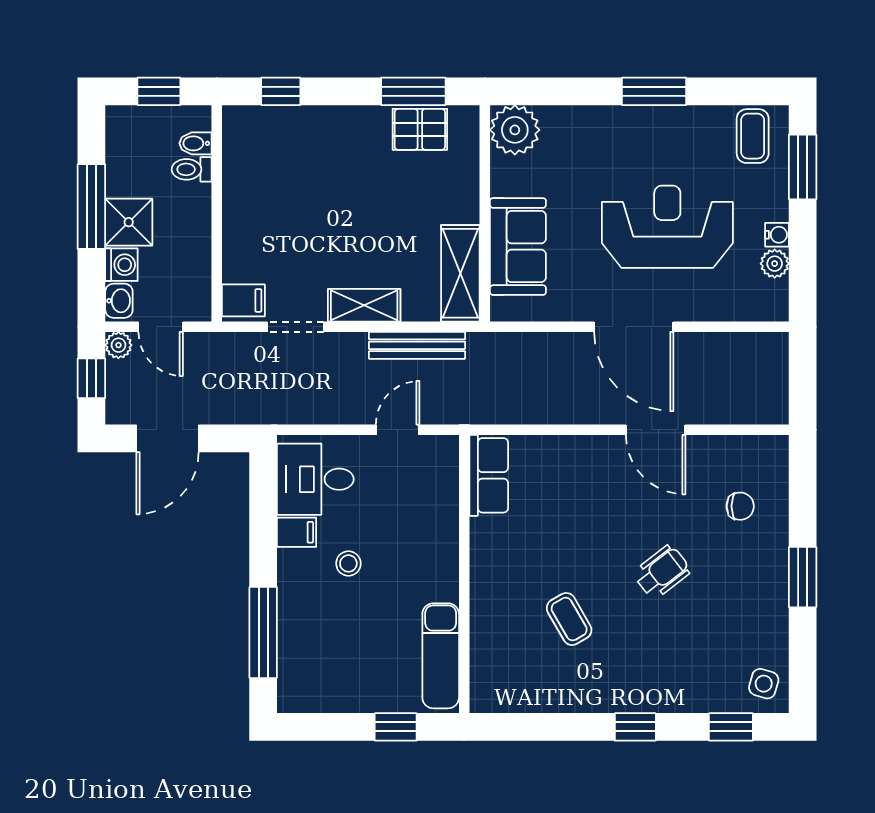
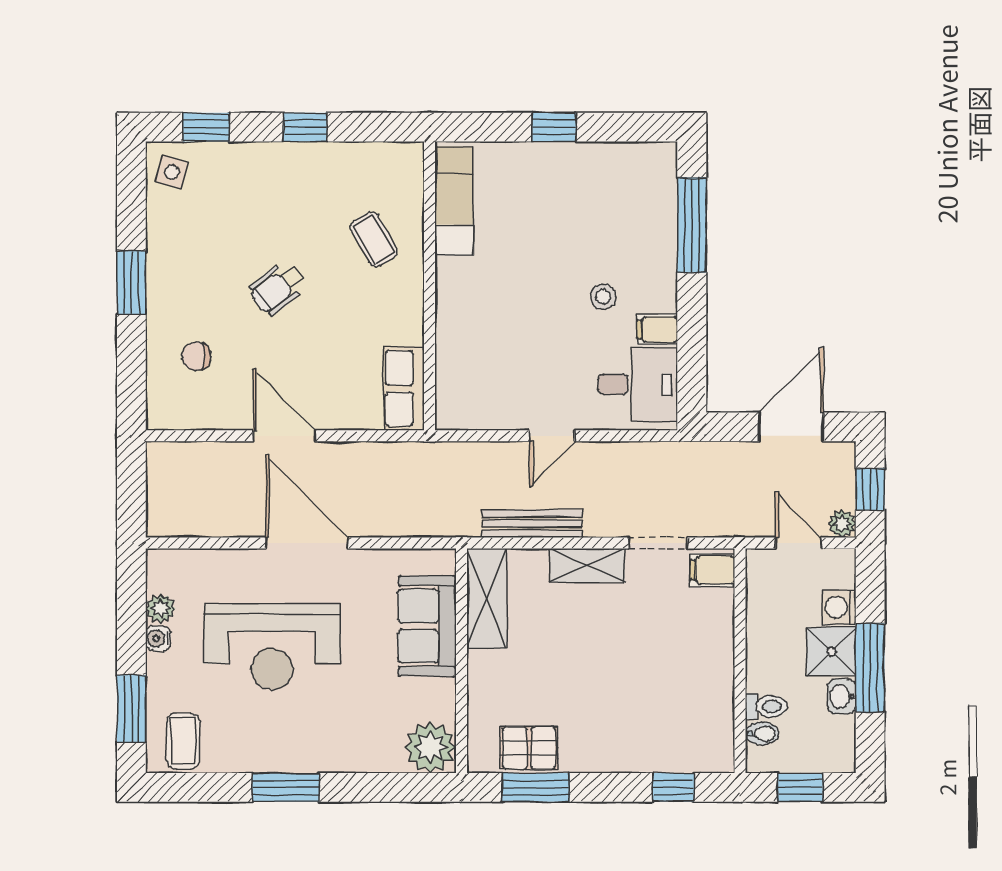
washbasin: (119, 301) -> (842, 696), moved
row of seats: (489, 475) -> (404, 388), moved
wall: (464, 574) -> (429, 286), moved
exam couch: (441, 656) -> (454, 201), moved

